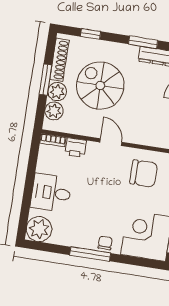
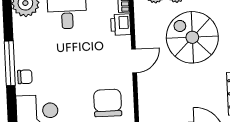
spiral stairs: (100, 86) -> (192, 37), turned -90
chair: (144, 173) -> (108, 103), turned 180

